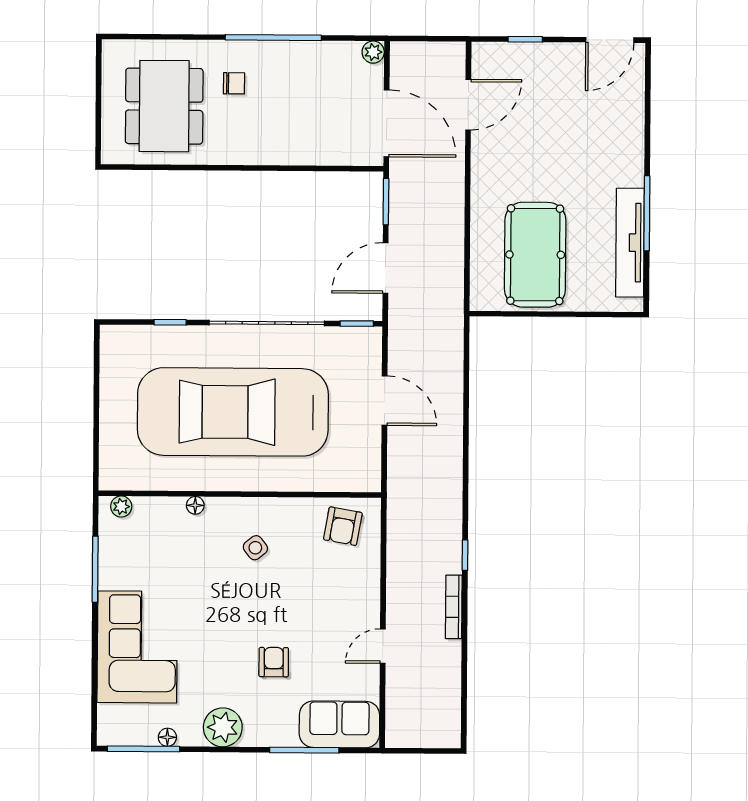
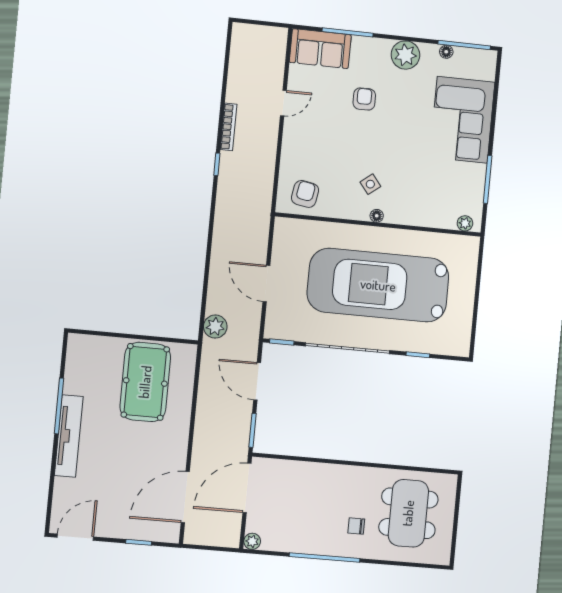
door: (468, 105) -> (185, 497), width x1.36
door: (386, 123) -> (247, 488), hinge flipped
tv unit: (630, 243) -> (69, 436), moved
door: (385, 268) -> (257, 381), swing flipped
plant: (448, 337) -> (215, 327), added
car: (233, 412) -> (378, 285), turned 180
floor lamp: (195, 505) -> (377, 216), moved
armchair: (274, 662) -> (364, 99), turned 180

